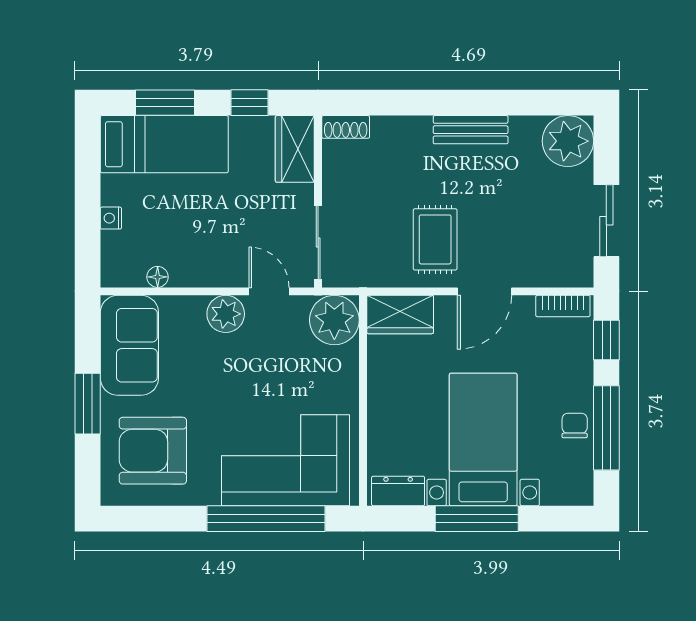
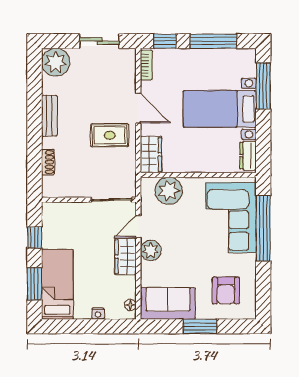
shoe rack: (346, 127) -> (48, 162), moved
wardrobe: (295, 149) -> (125, 257), moved, turned 90
floor lamp: (158, 277) -> (130, 305), moved
plant: (334, 320) -> (169, 191), moved
chair: (575, 426) -> (212, 59), removed
armchair: (153, 451) -> (226, 291), width x0.73, depth x0.73
window: (477, 519) -> (263, 86), moved

